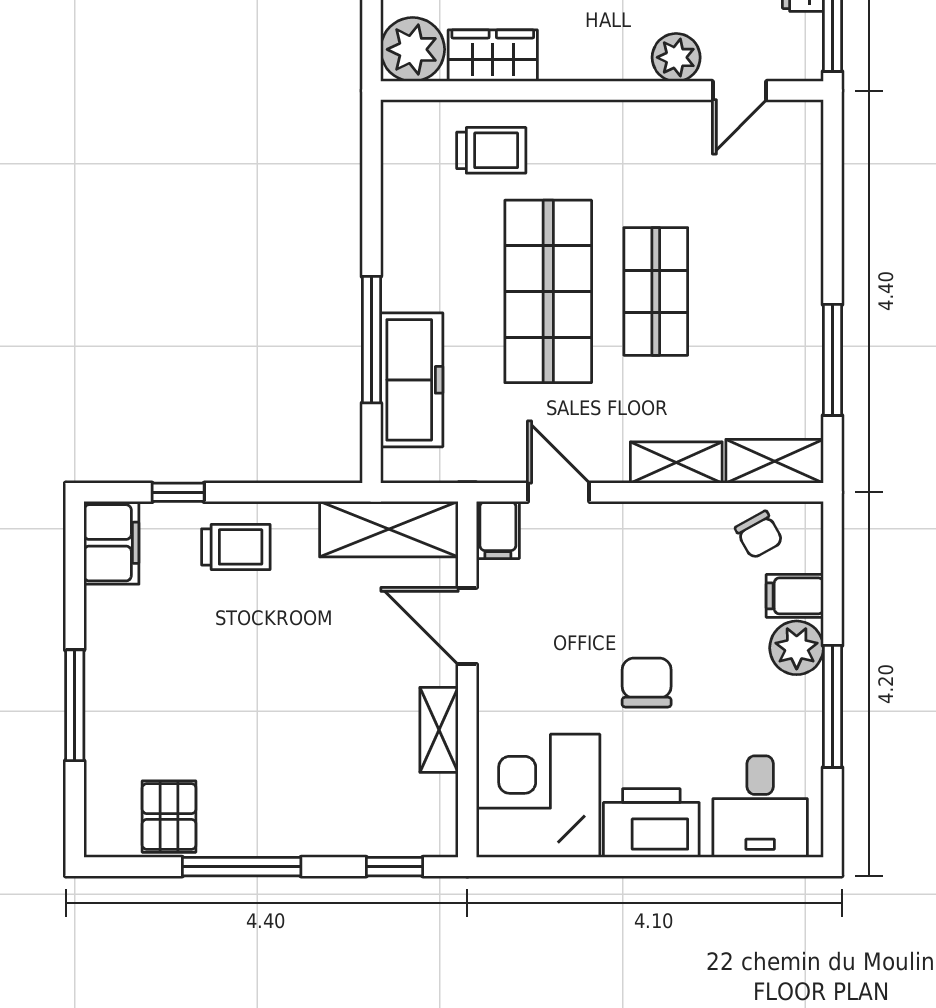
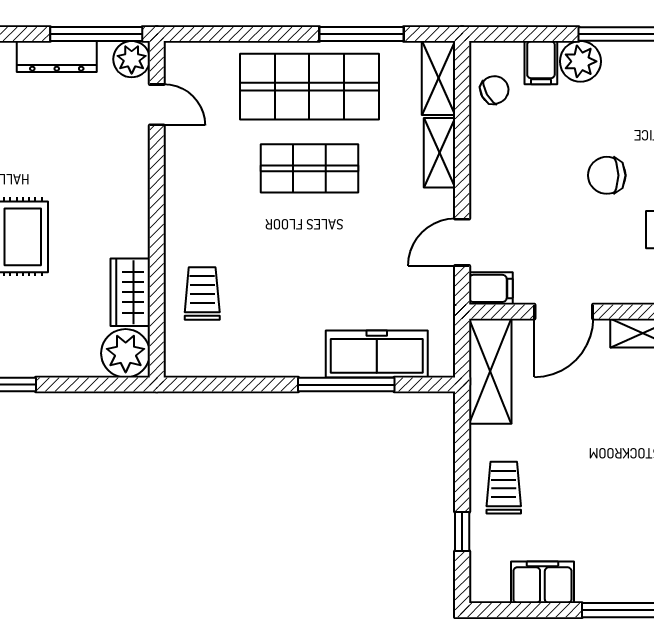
plant: (676, 57) -> (132, 59), moved
shop shelf: (548, 291) -> (309, 87), moved
filing cabinet: (111, 543) -> (542, 582), moved

